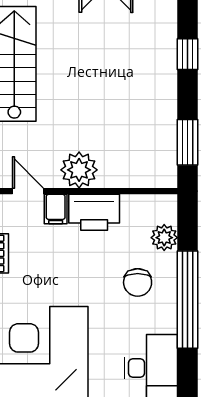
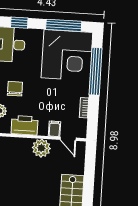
printer: (94, 212) -> (25, 125), moved

